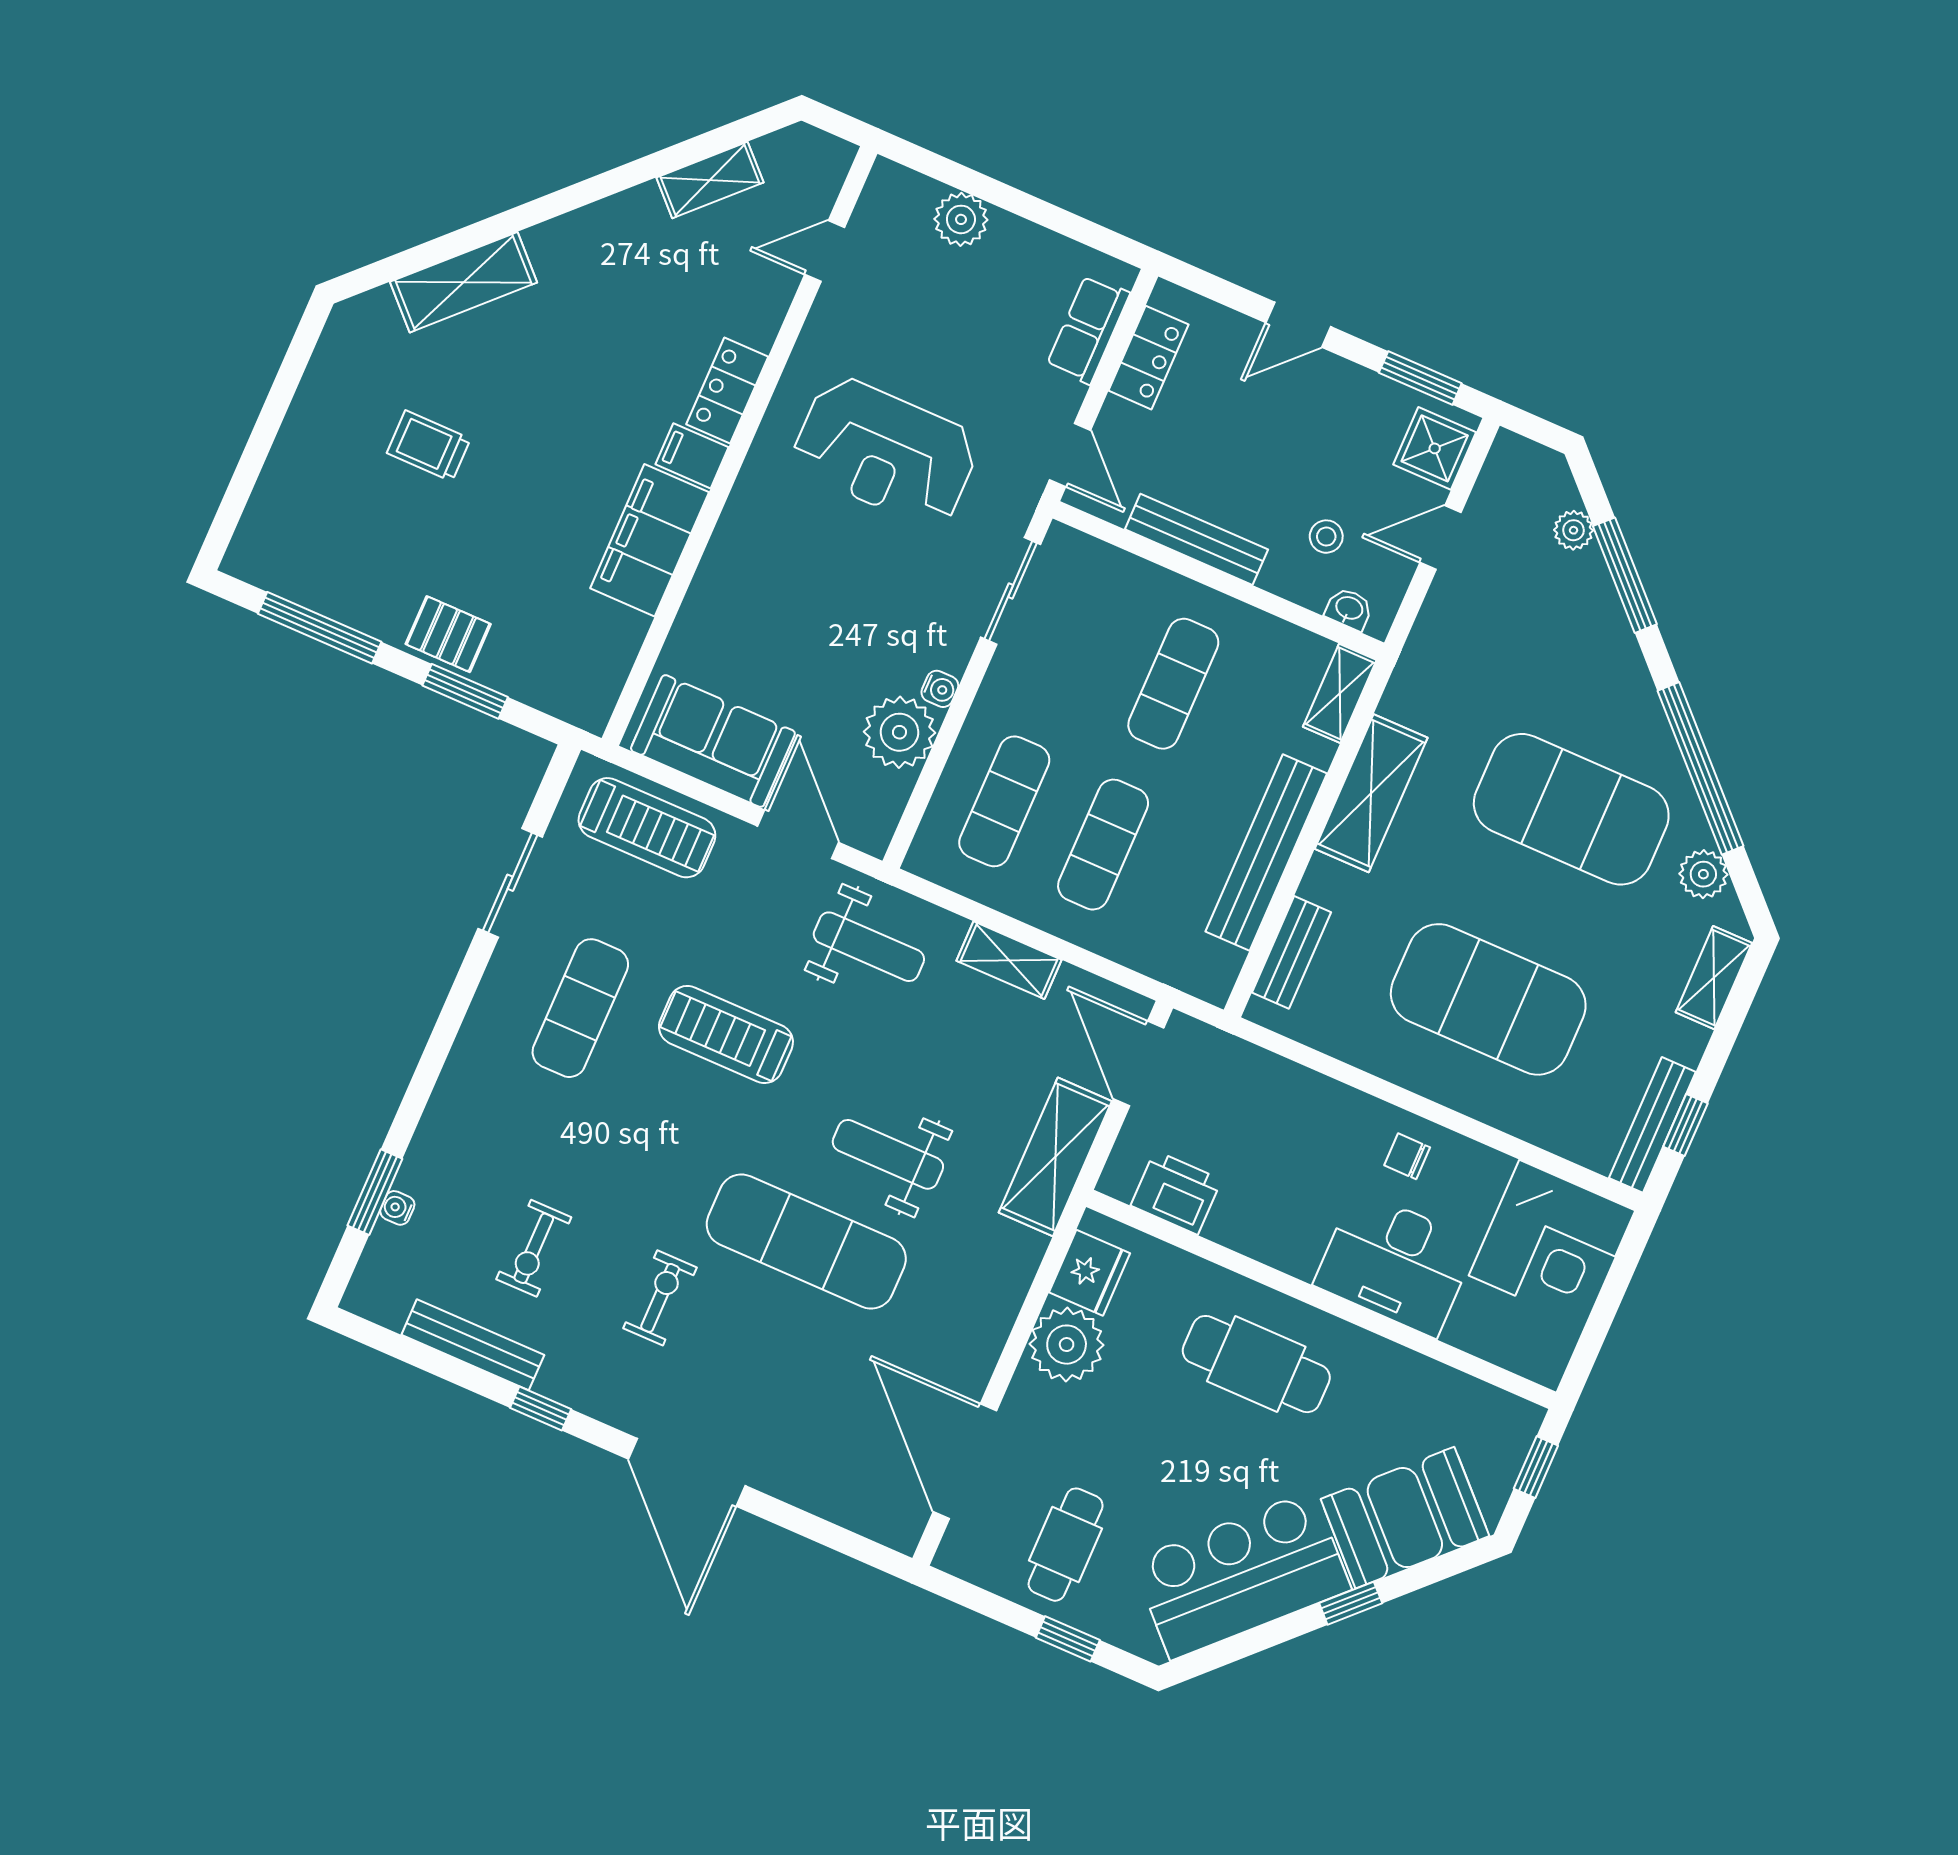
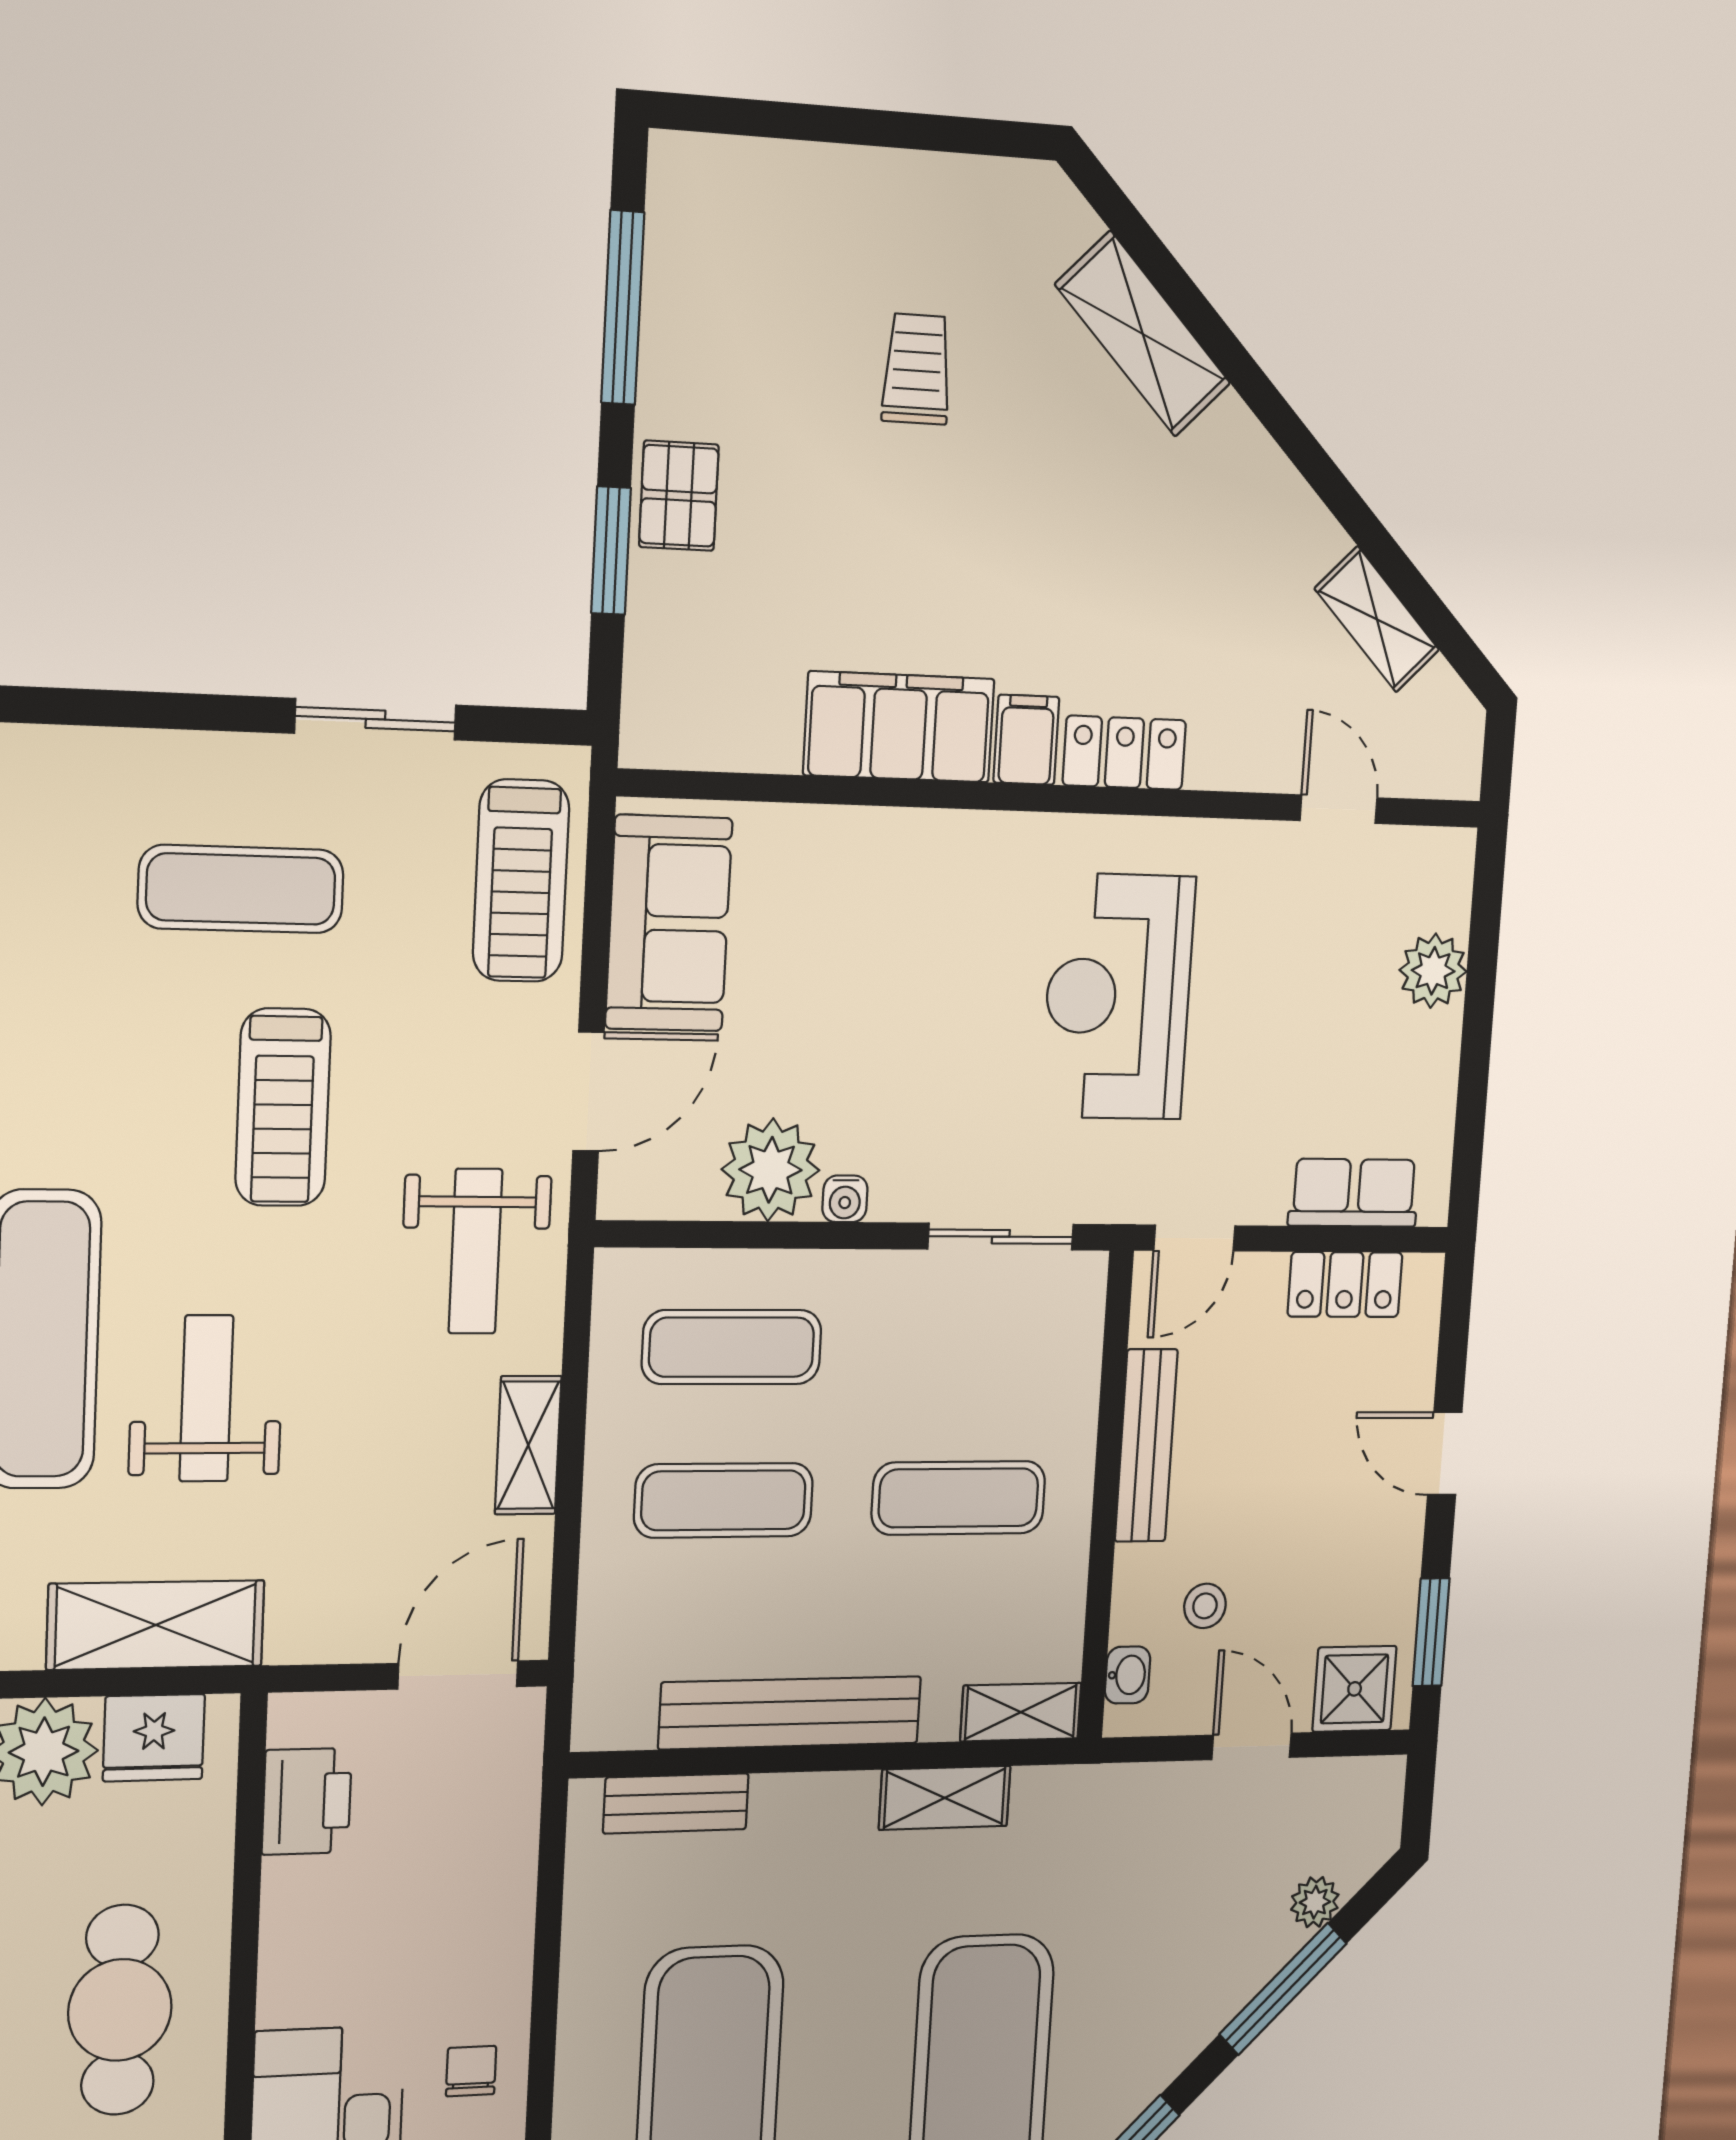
shelving: (1371, 793) -> (945, 1798), width x0.67, depth x0.75
treadmill: (726, 1034) -> (283, 1107), turned 180
shelving: (1055, 1157) -> (156, 1625), moved

